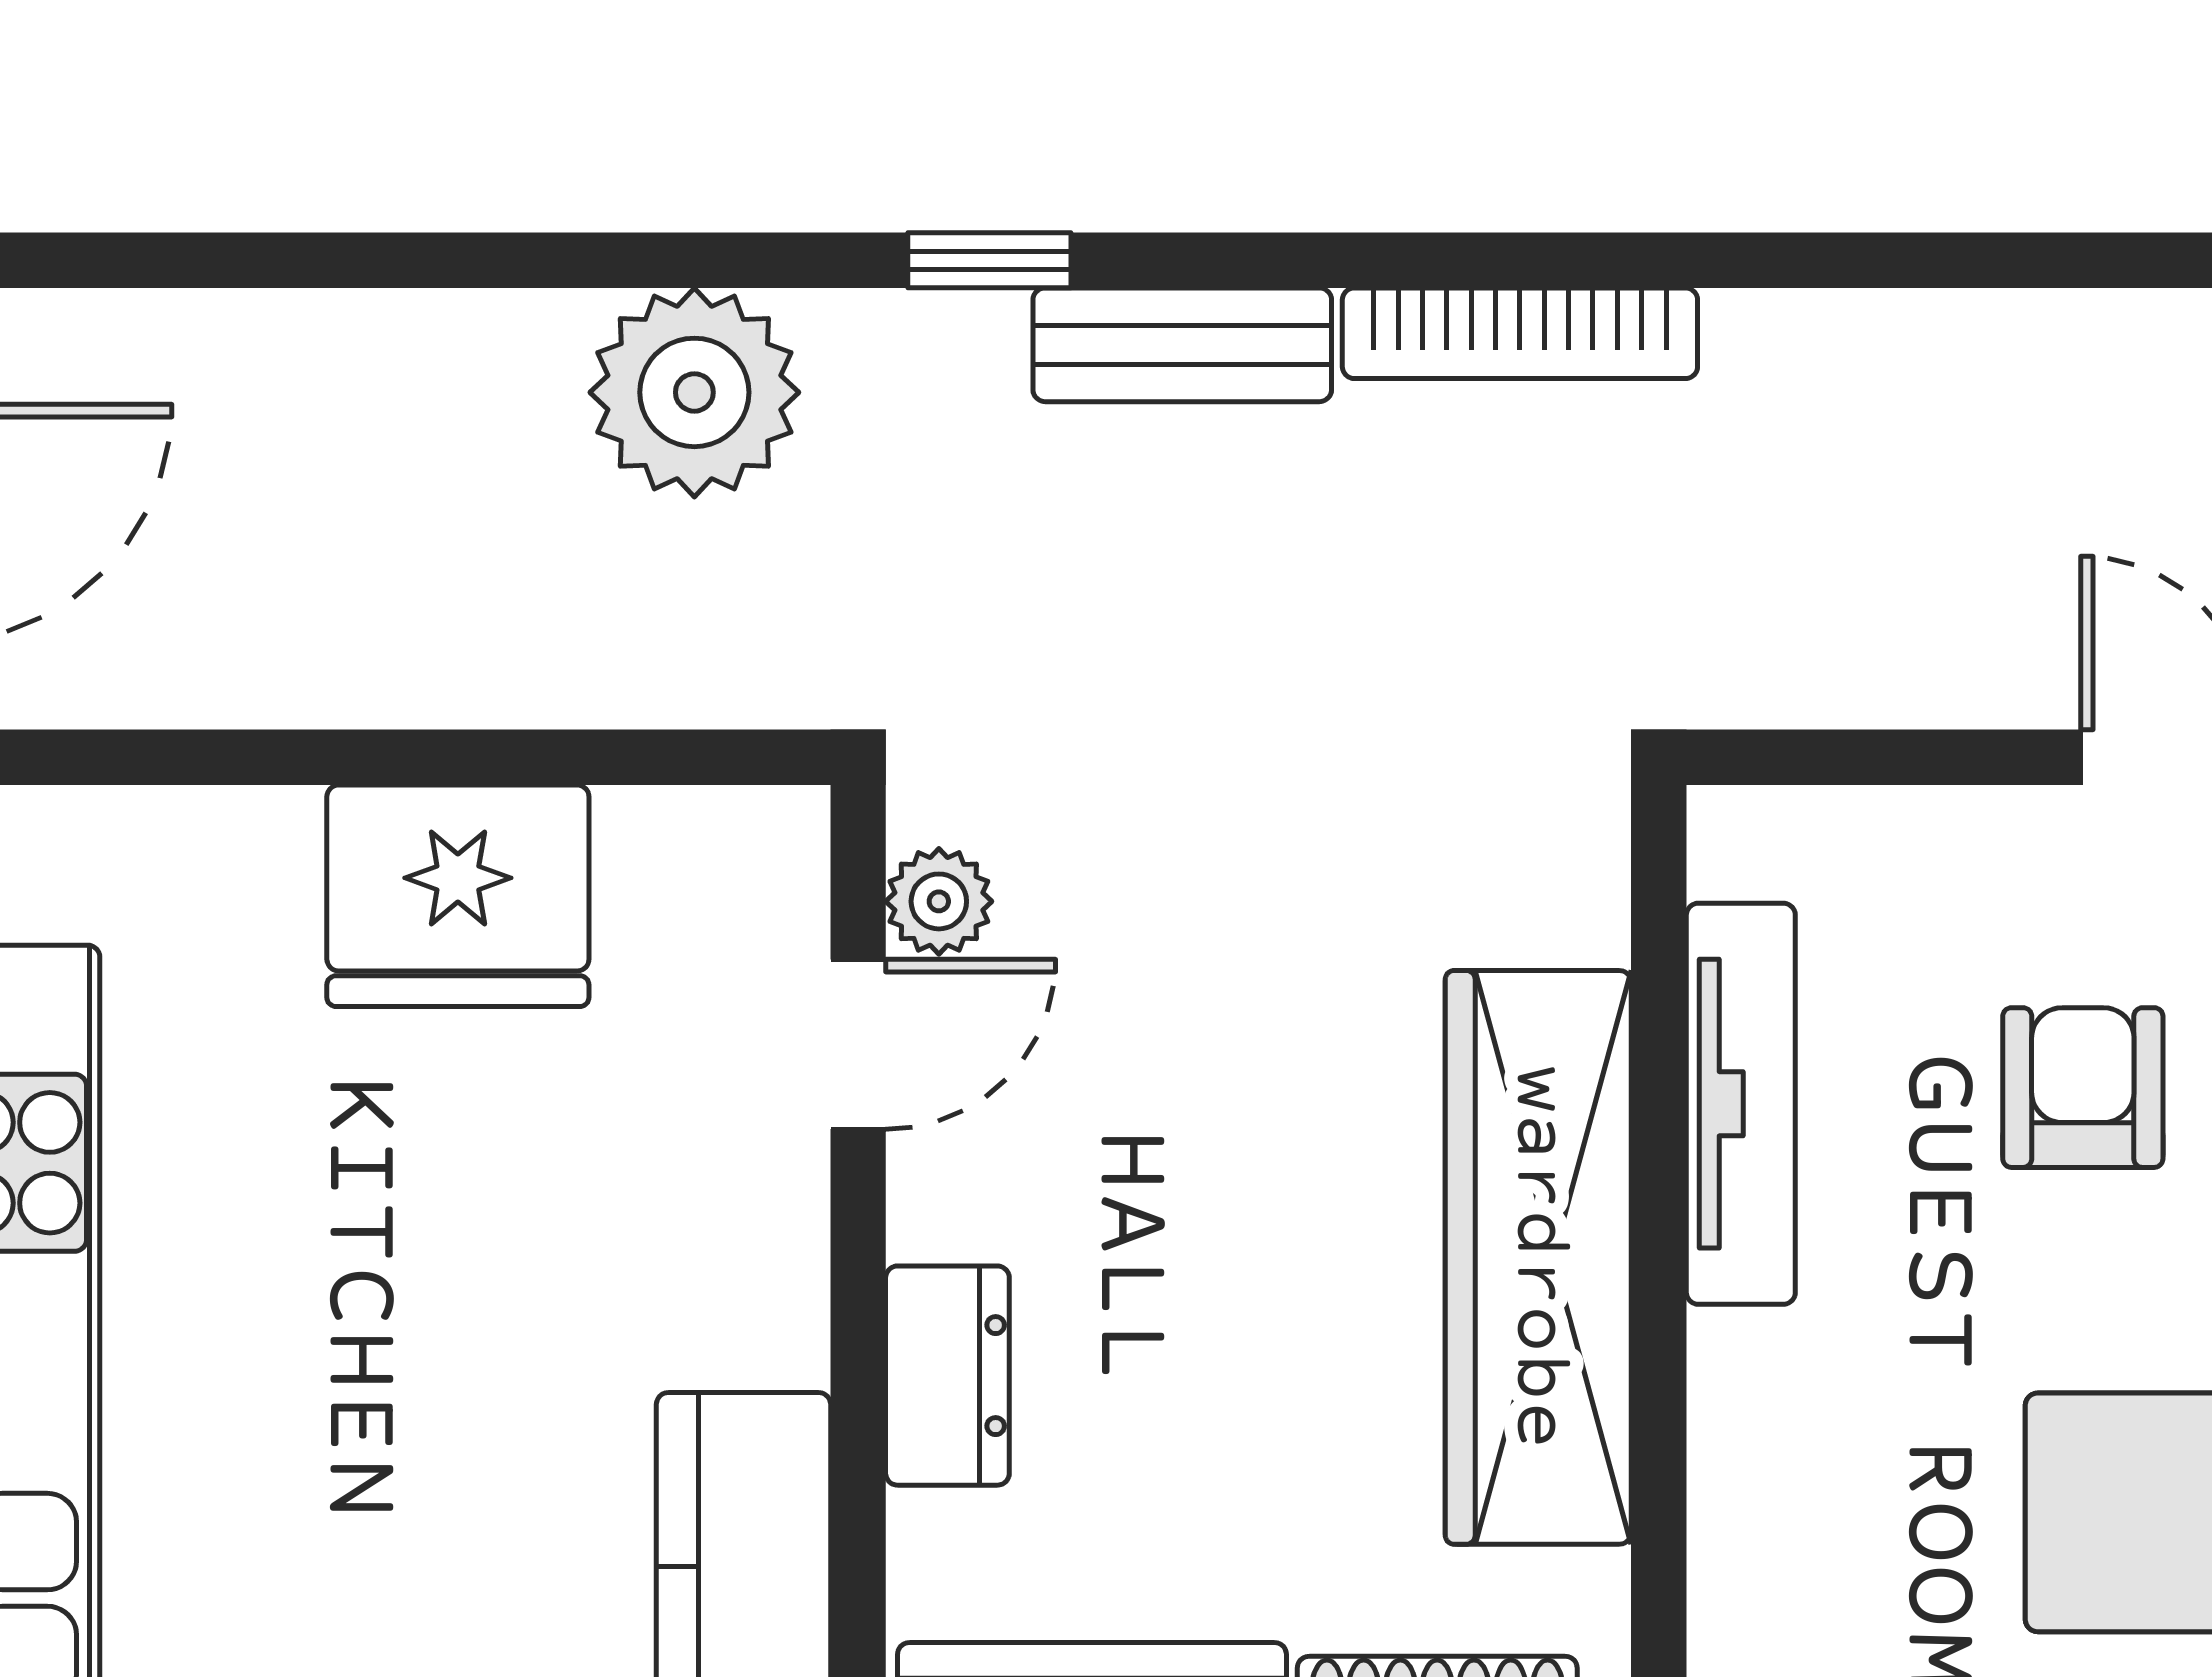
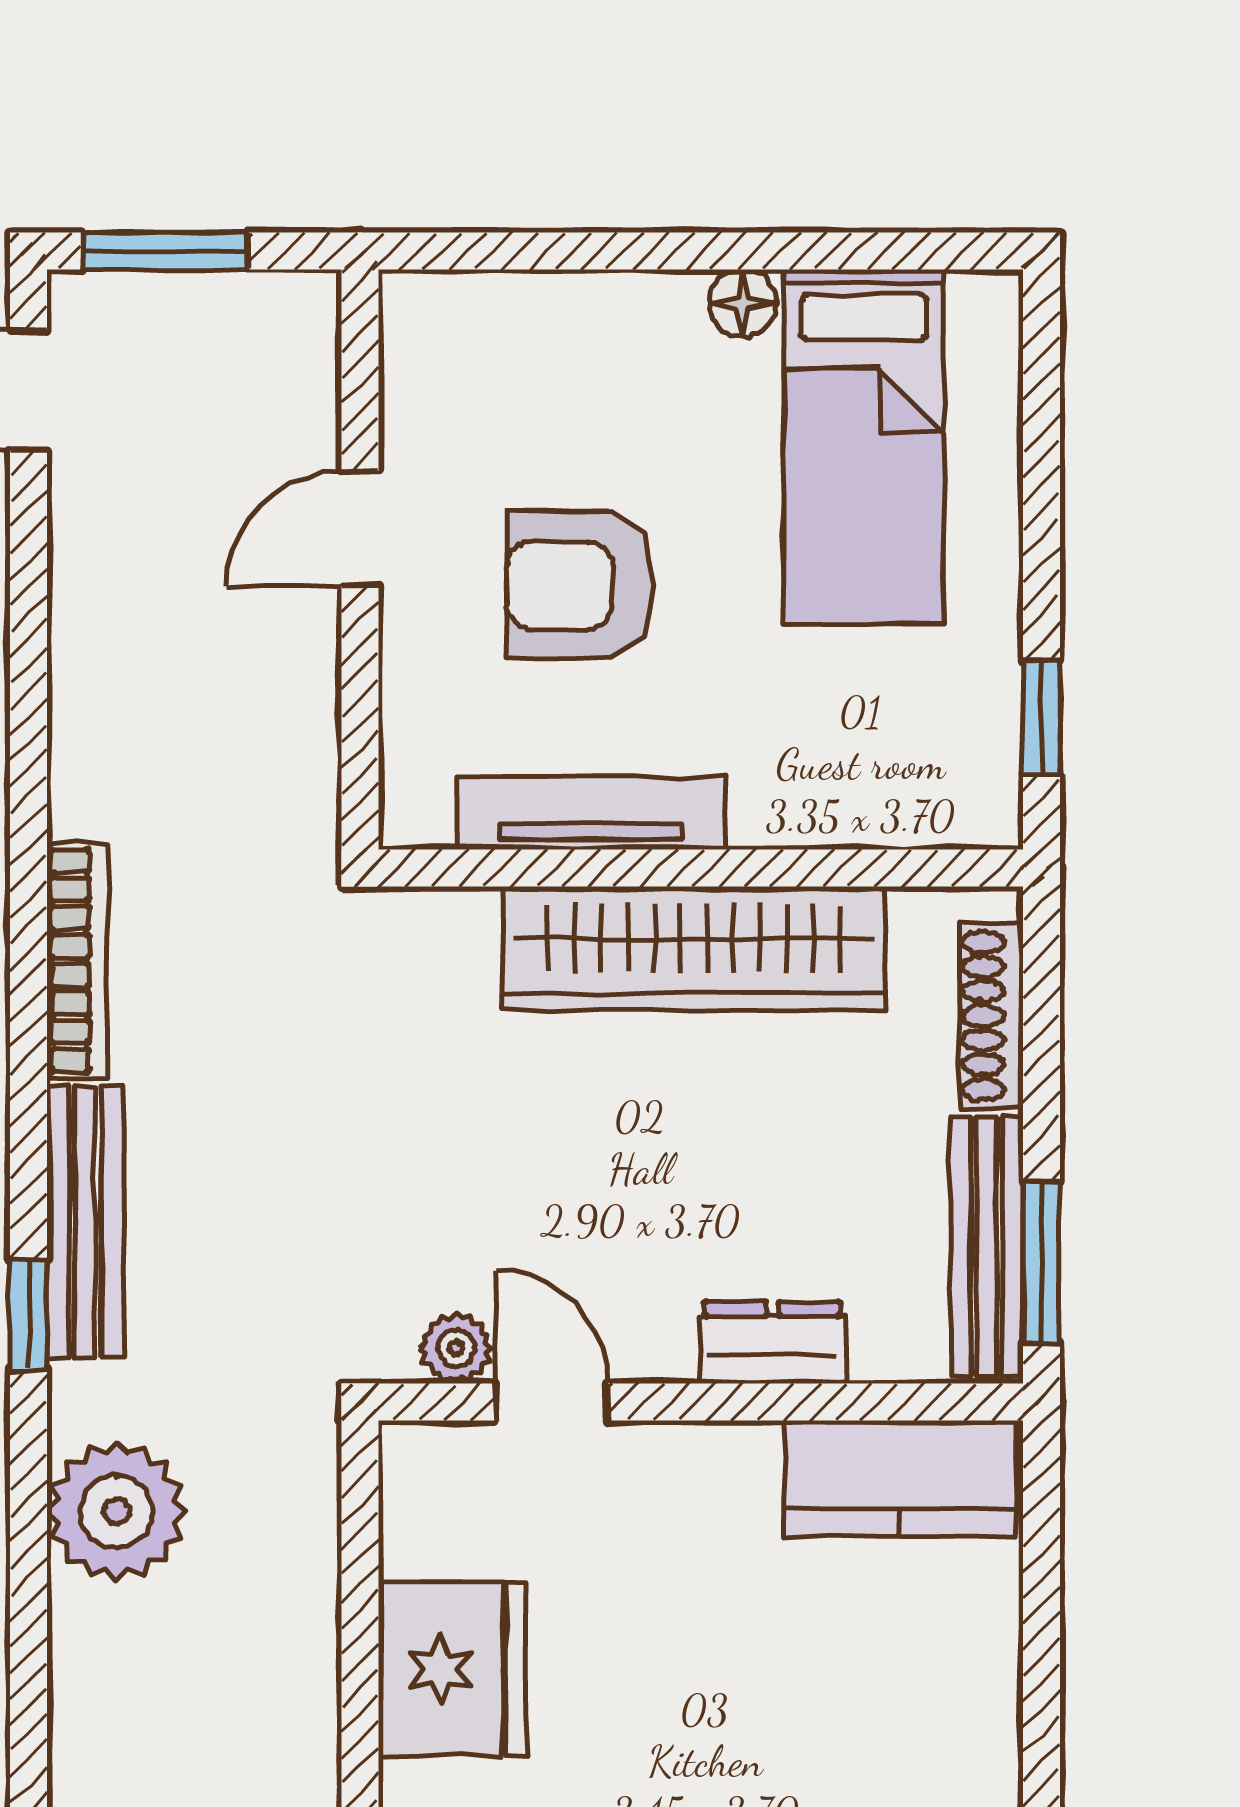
bench: (1182, 345) -> (85, 1222), width x1.36
armchair: (2083, 1088) -> (580, 585), width x1.38, depth x1.38

